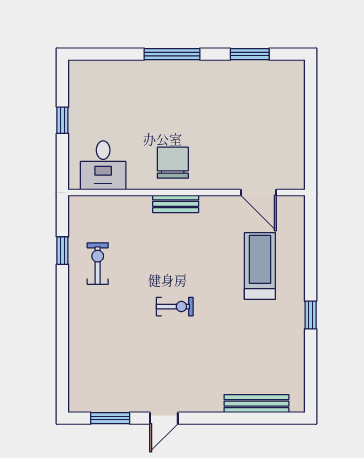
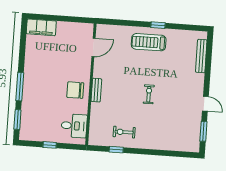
window: (250, 54) -> (17, 120), moved
filing cabinet: (290, 88) -> (41, 27), added
treadmill: (260, 266) -> (149, 42), moved

